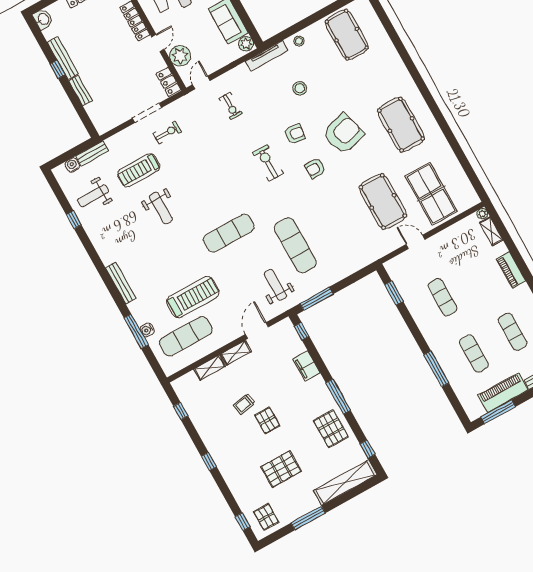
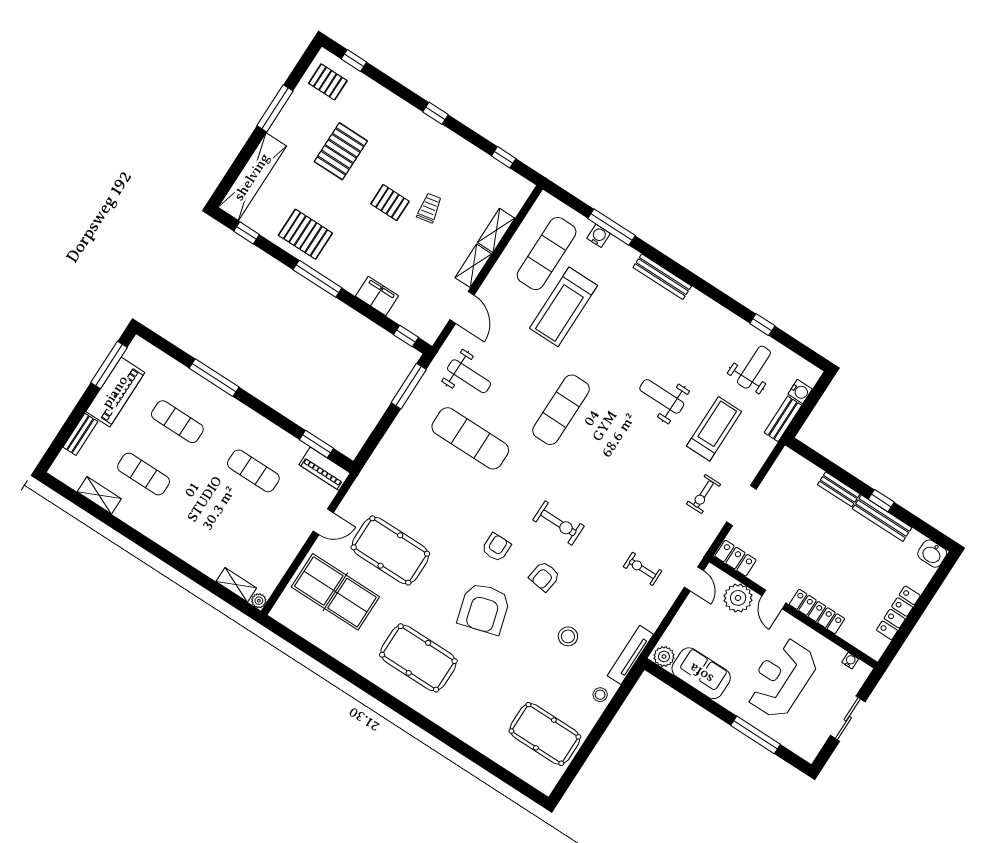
piano: (511, 270) -> (325, 469), moved, turned 180

